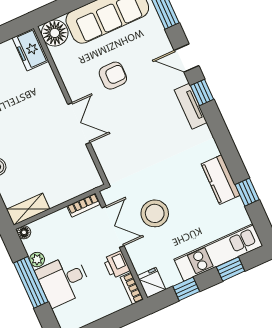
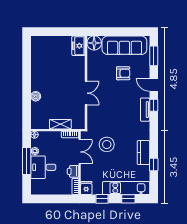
armchair: (113, 76) -> (123, 73), moved
shelving: (28, 209) -> (60, 124), moved
stool: (155, 213) -> (107, 144), moved

